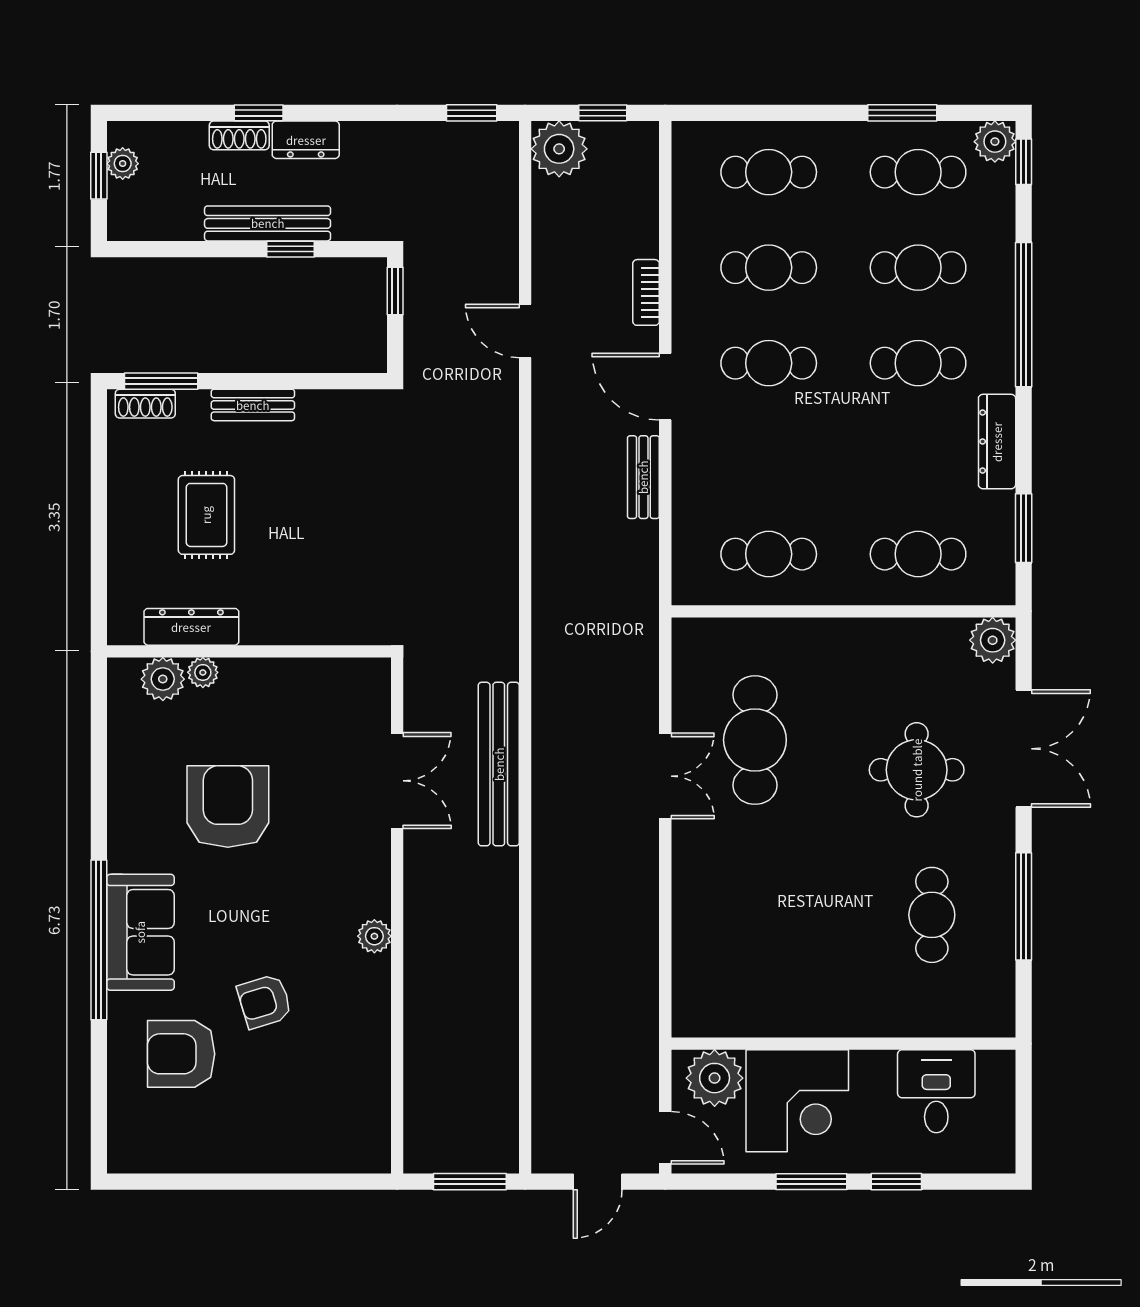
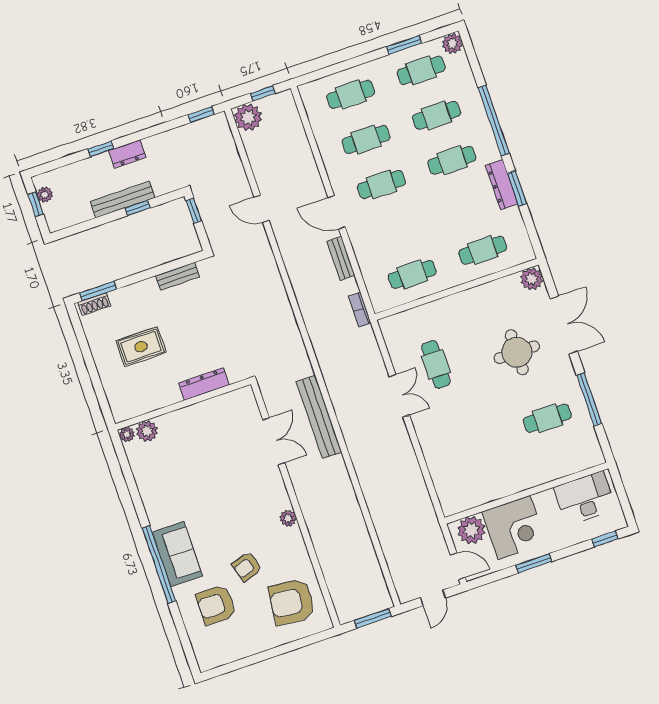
shoe rack: (239, 135) -> (95, 163), removed
window: (1024, 162) -> (469, 48), removed
bookcase: (646, 292) -> (360, 310), moved
bench: (253, 405) -> (178, 276), moved
rug: (206, 515) -> (141, 347), turned 90
window: (1024, 528) -> (517, 189), moved
dresser: (191, 627) -> (204, 384), moved
plant: (203, 672) -> (127, 434), moved
cafe table: (755, 740) -> (436, 364), width x0.73, depth x0.74
armchair: (228, 807) -> (292, 602), moved, turned -84
cafe table: (932, 915) -> (547, 418), turned 90
desk: (936, 1091) -> (585, 498), width x1.37
window: (896, 1182) -> (605, 539), moved

